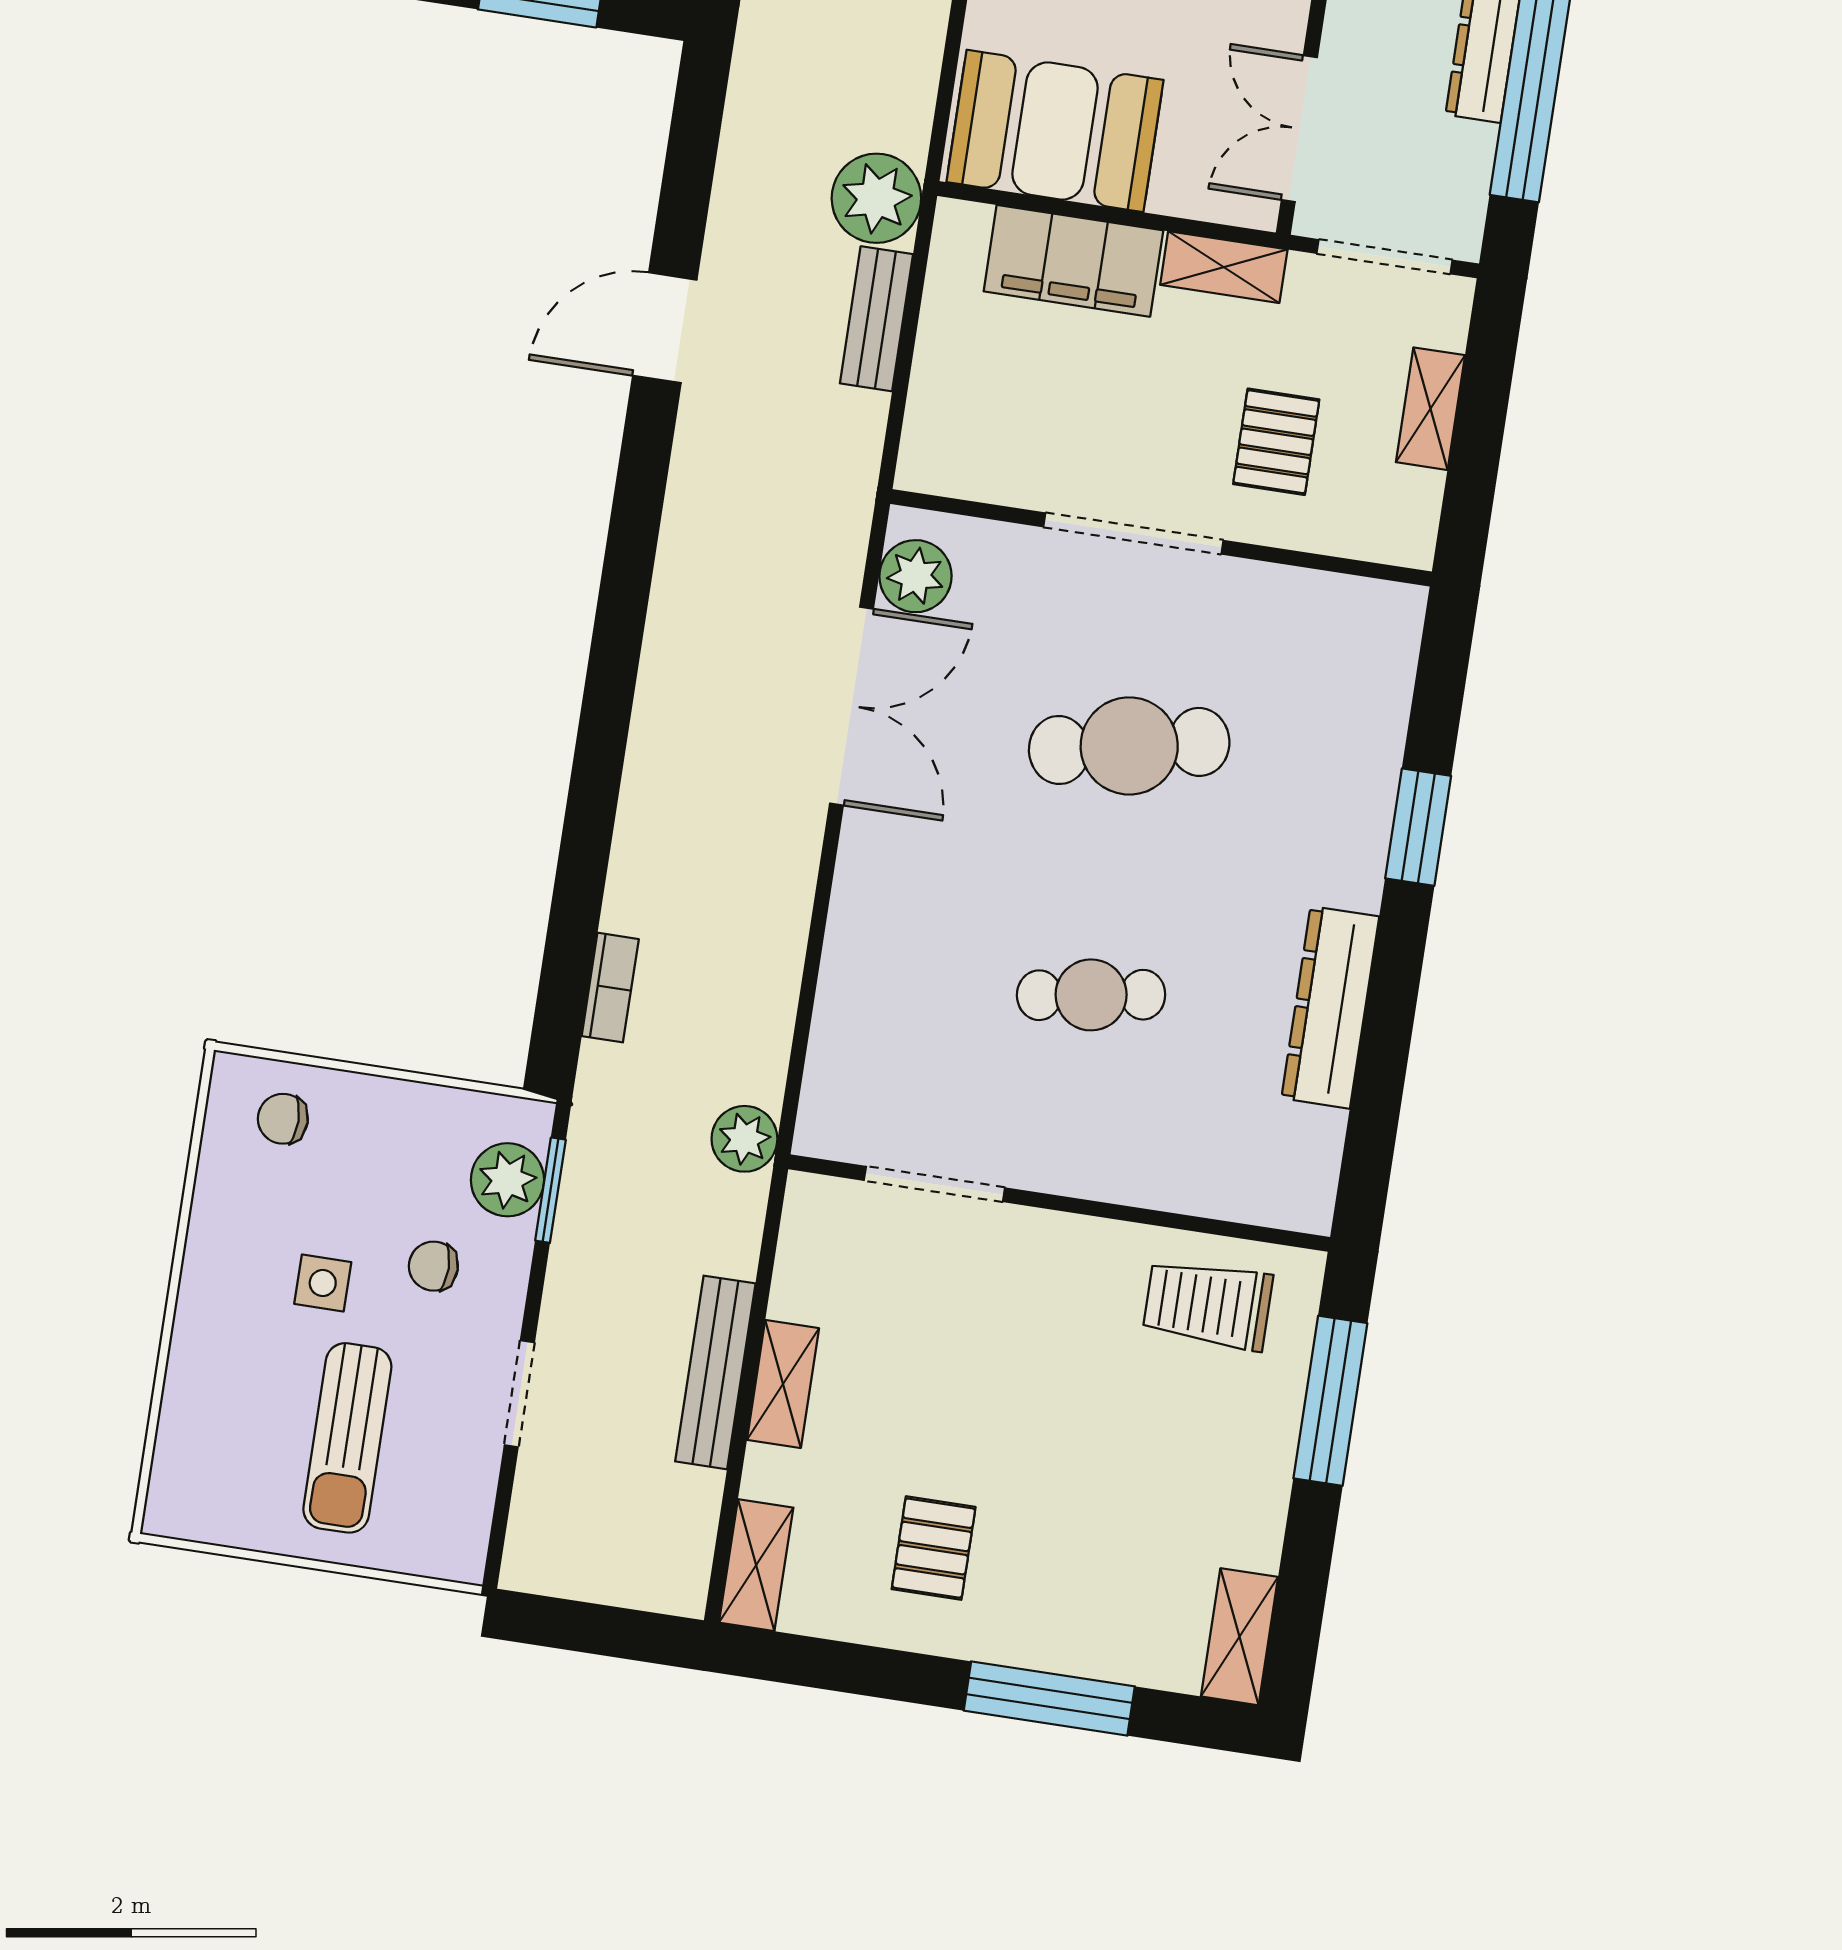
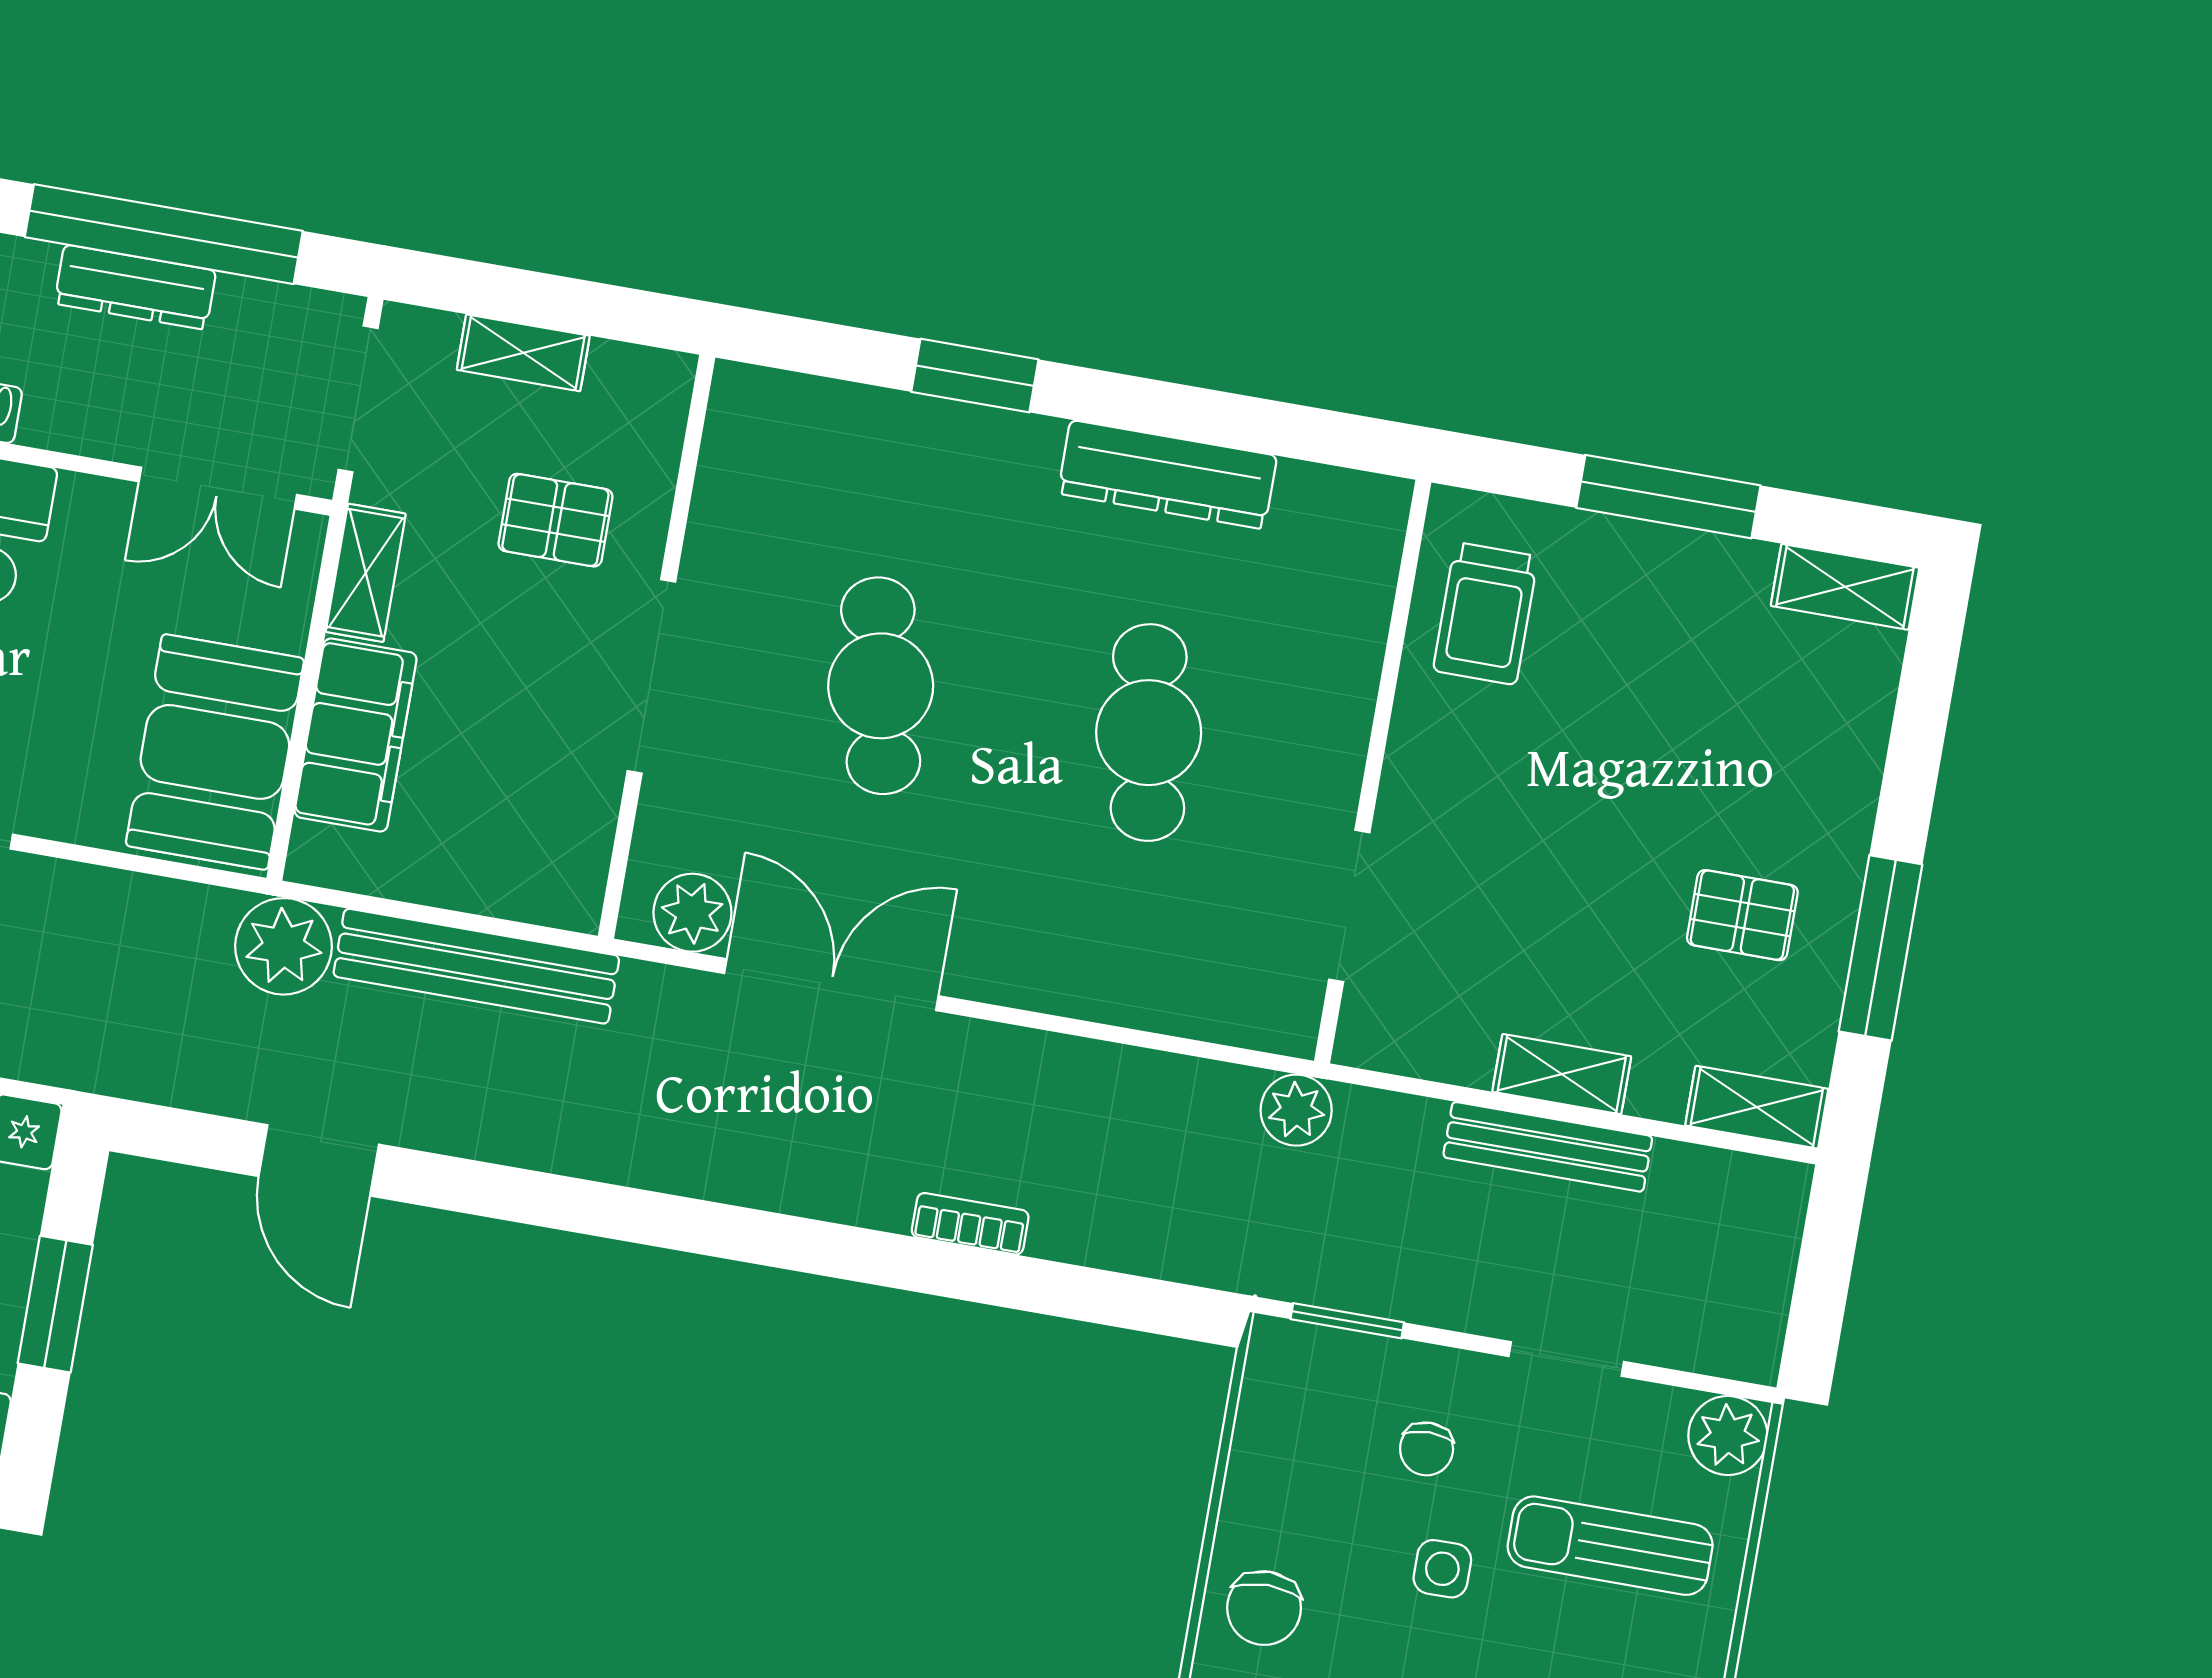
bench: (876, 319) -> (476, 966), width x1.86, depth x1.21
door: (665, 328) -> (319, 1160), moved
bookcase: (610, 988) -> (970, 1224), moved
cafe table: (1091, 995) -> (1149, 733), width x1.37, depth x1.35
chair: (283, 1119) -> (1264, 1608), width x1.37, depth x1.37
plant: (507, 1180) -> (1728, 1436), moved
window: (1330, 1401) -> (1668, 497), moved
sun lounger: (347, 1438) -> (1610, 1546), turned 180
window: (1049, 1698) -> (1880, 948), moved

